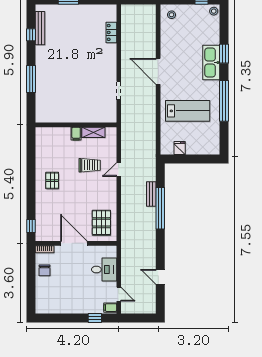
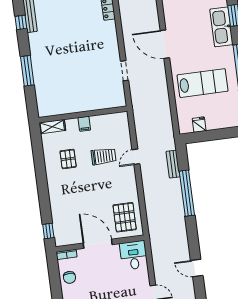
shelving: (93, 132) -> (52, 127), moved
pallet: (52, 181) -> (68, 159), moved
bench: (151, 194) -> (173, 164), moved
desk: (104, 270) -> (134, 255), moved, turned -90

